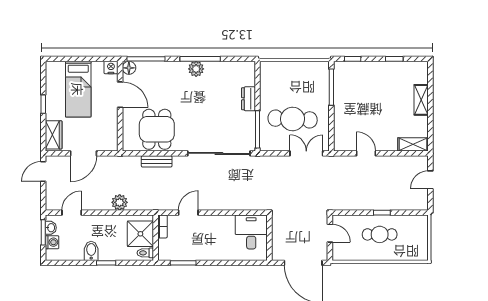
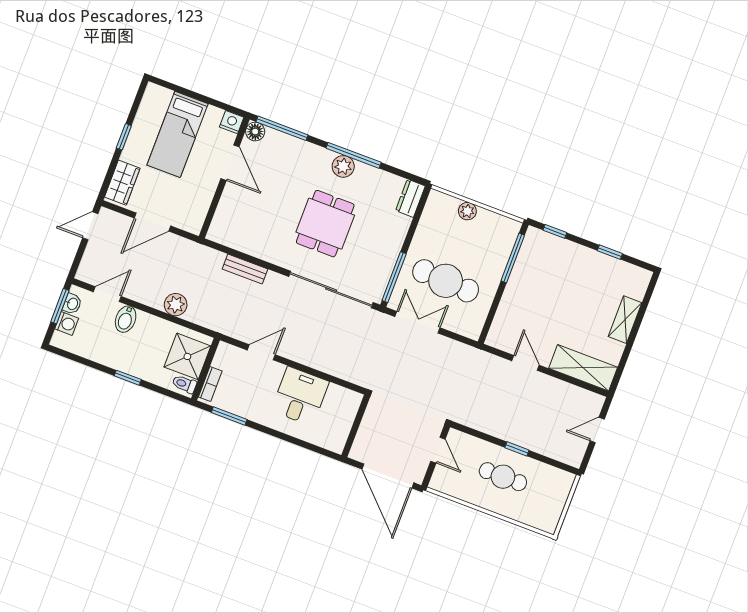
plant: (290, 67) -> (467, 211), added
dresser: (249, 99) -> (410, 198), moved
dining table: (157, 129) -> (325, 224), moved
shelving: (413, 144) -> (583, 368), width x1.50, depth x1.33
double door: (306, 153) -> (417, 322), moved
bookcase: (162, 226) -> (210, 384), moved
desk: (251, 232) -> (300, 396), moved
bidet: (91, 251) -> (126, 319), moved, turned 180

